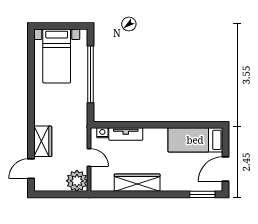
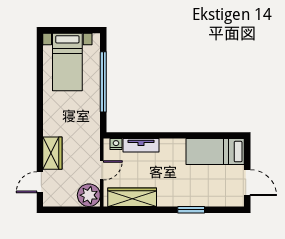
door: (89, 158) -> (102, 170), hinge flipped
door: (225, 169) -> (247, 183), swing flipped
wardrobe: (137, 183) -> (132, 197), moved
window: (202, 194) -> (191, 210), moved

